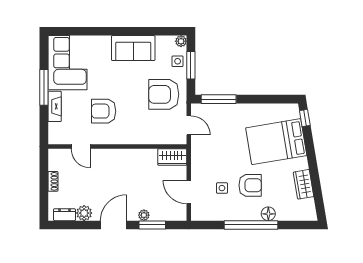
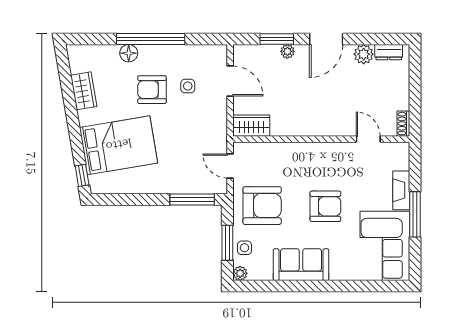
armchair: (104, 111) -> (325, 206), moved
shoe rack: (53, 181) -> (403, 124), moved

